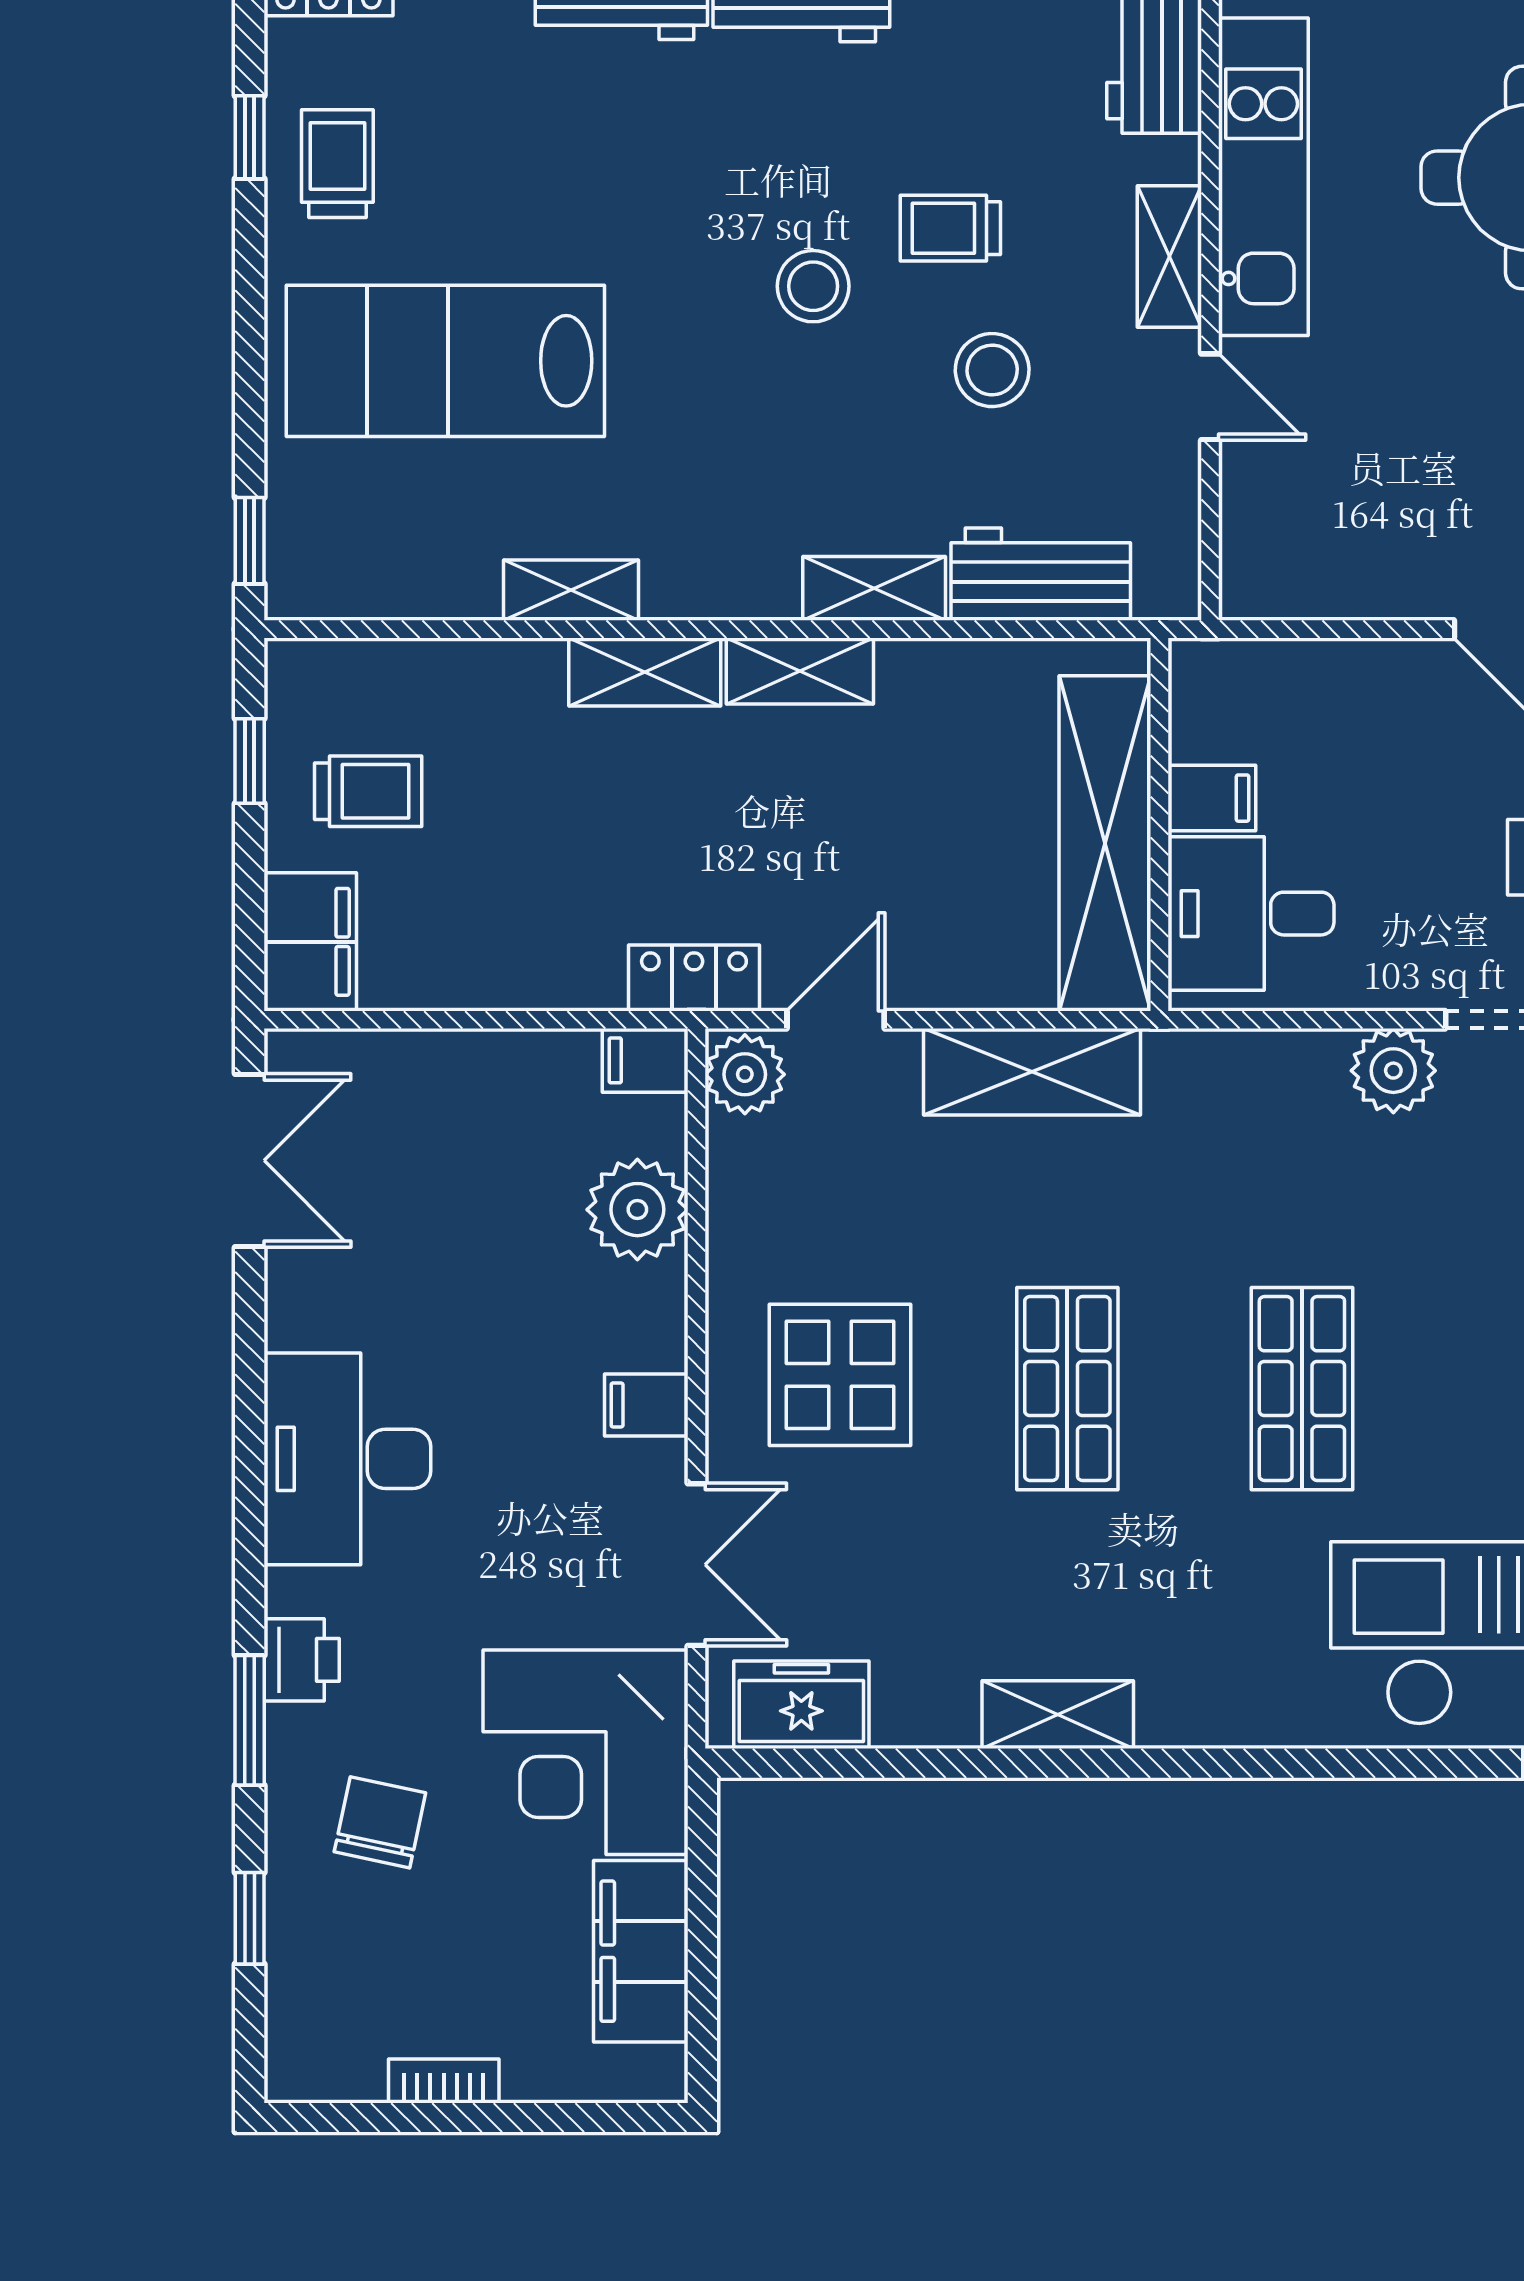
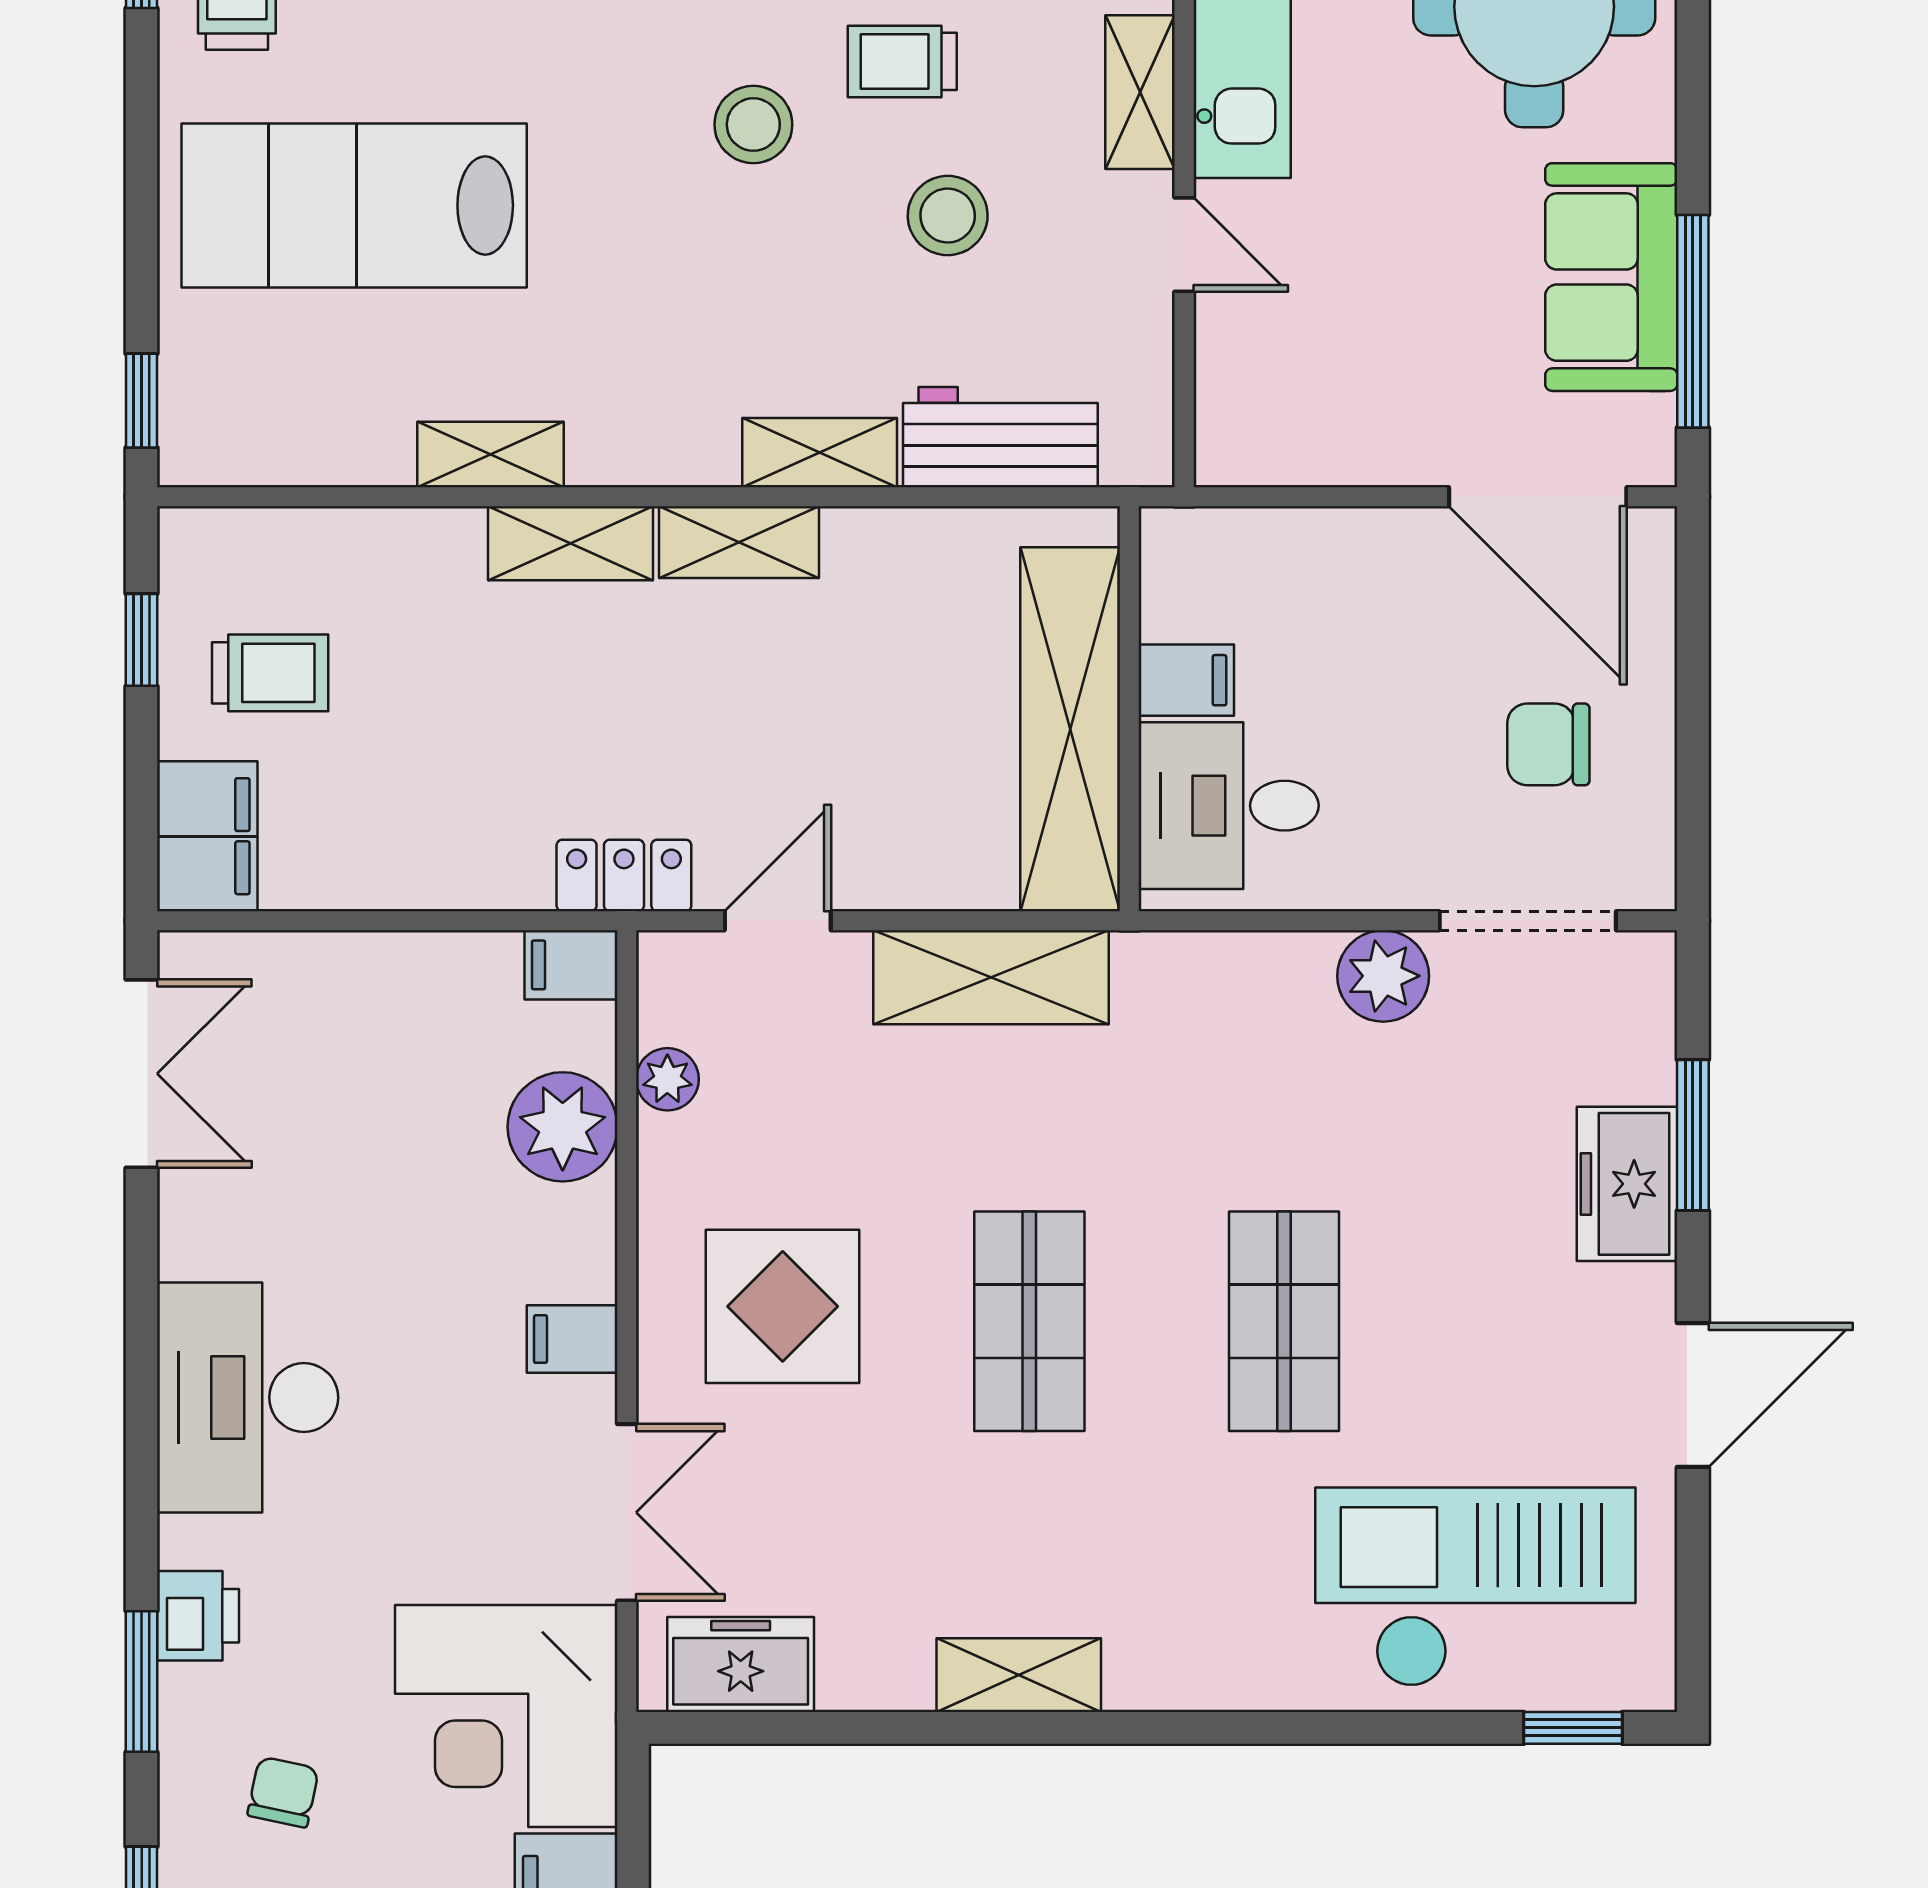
plant: (745, 1074) -> (667, 1079), moved, width x0.73, depth x0.73
chair: (380, 1822) -> (283, 1792), width x0.73, depth x0.73

